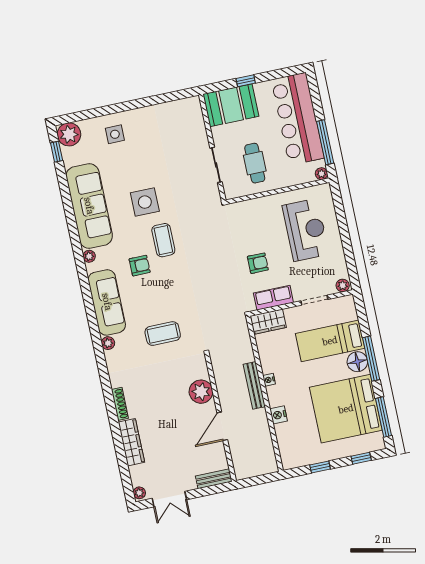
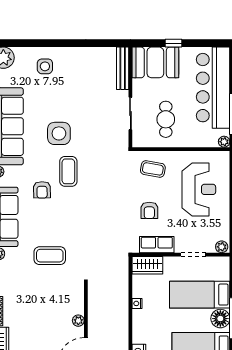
coffee table: (252, 219) -> (153, 169), added
armchair: (258, 263) -> (149, 210), turned 90
armchair: (140, 266) -> (42, 190), turned 89
nightstand: (269, 380) -> (137, 303), moved
bench: (254, 385) -> (123, 68), moved
plant: (201, 392) -> (78, 321), width x0.53, depth x0.53

